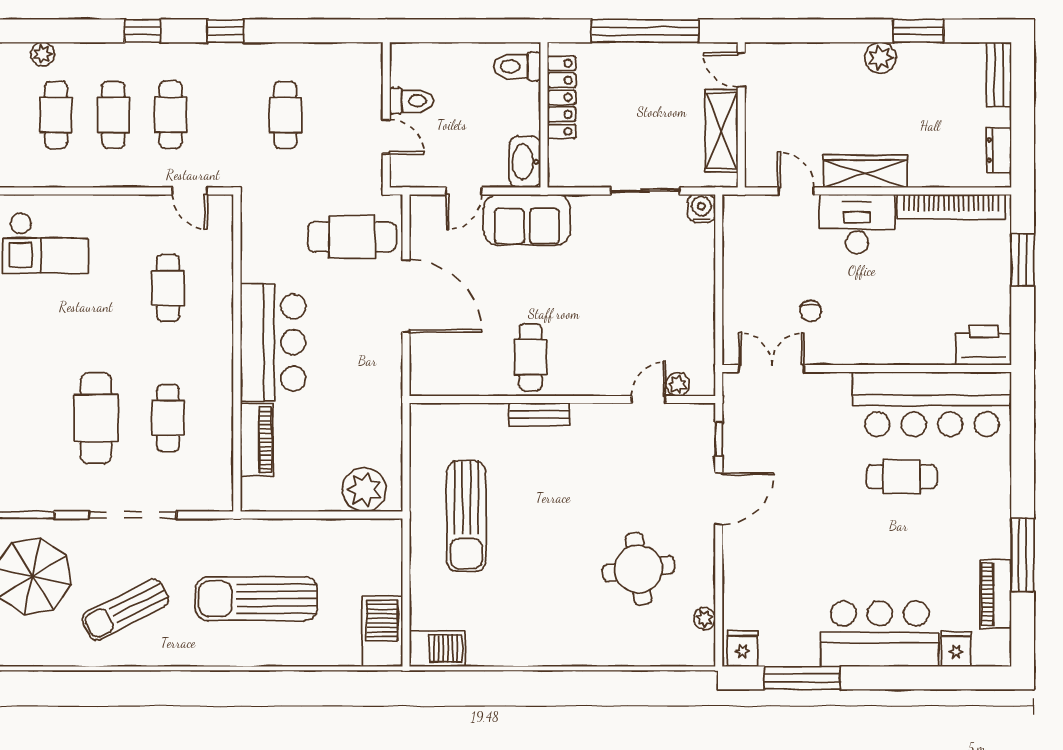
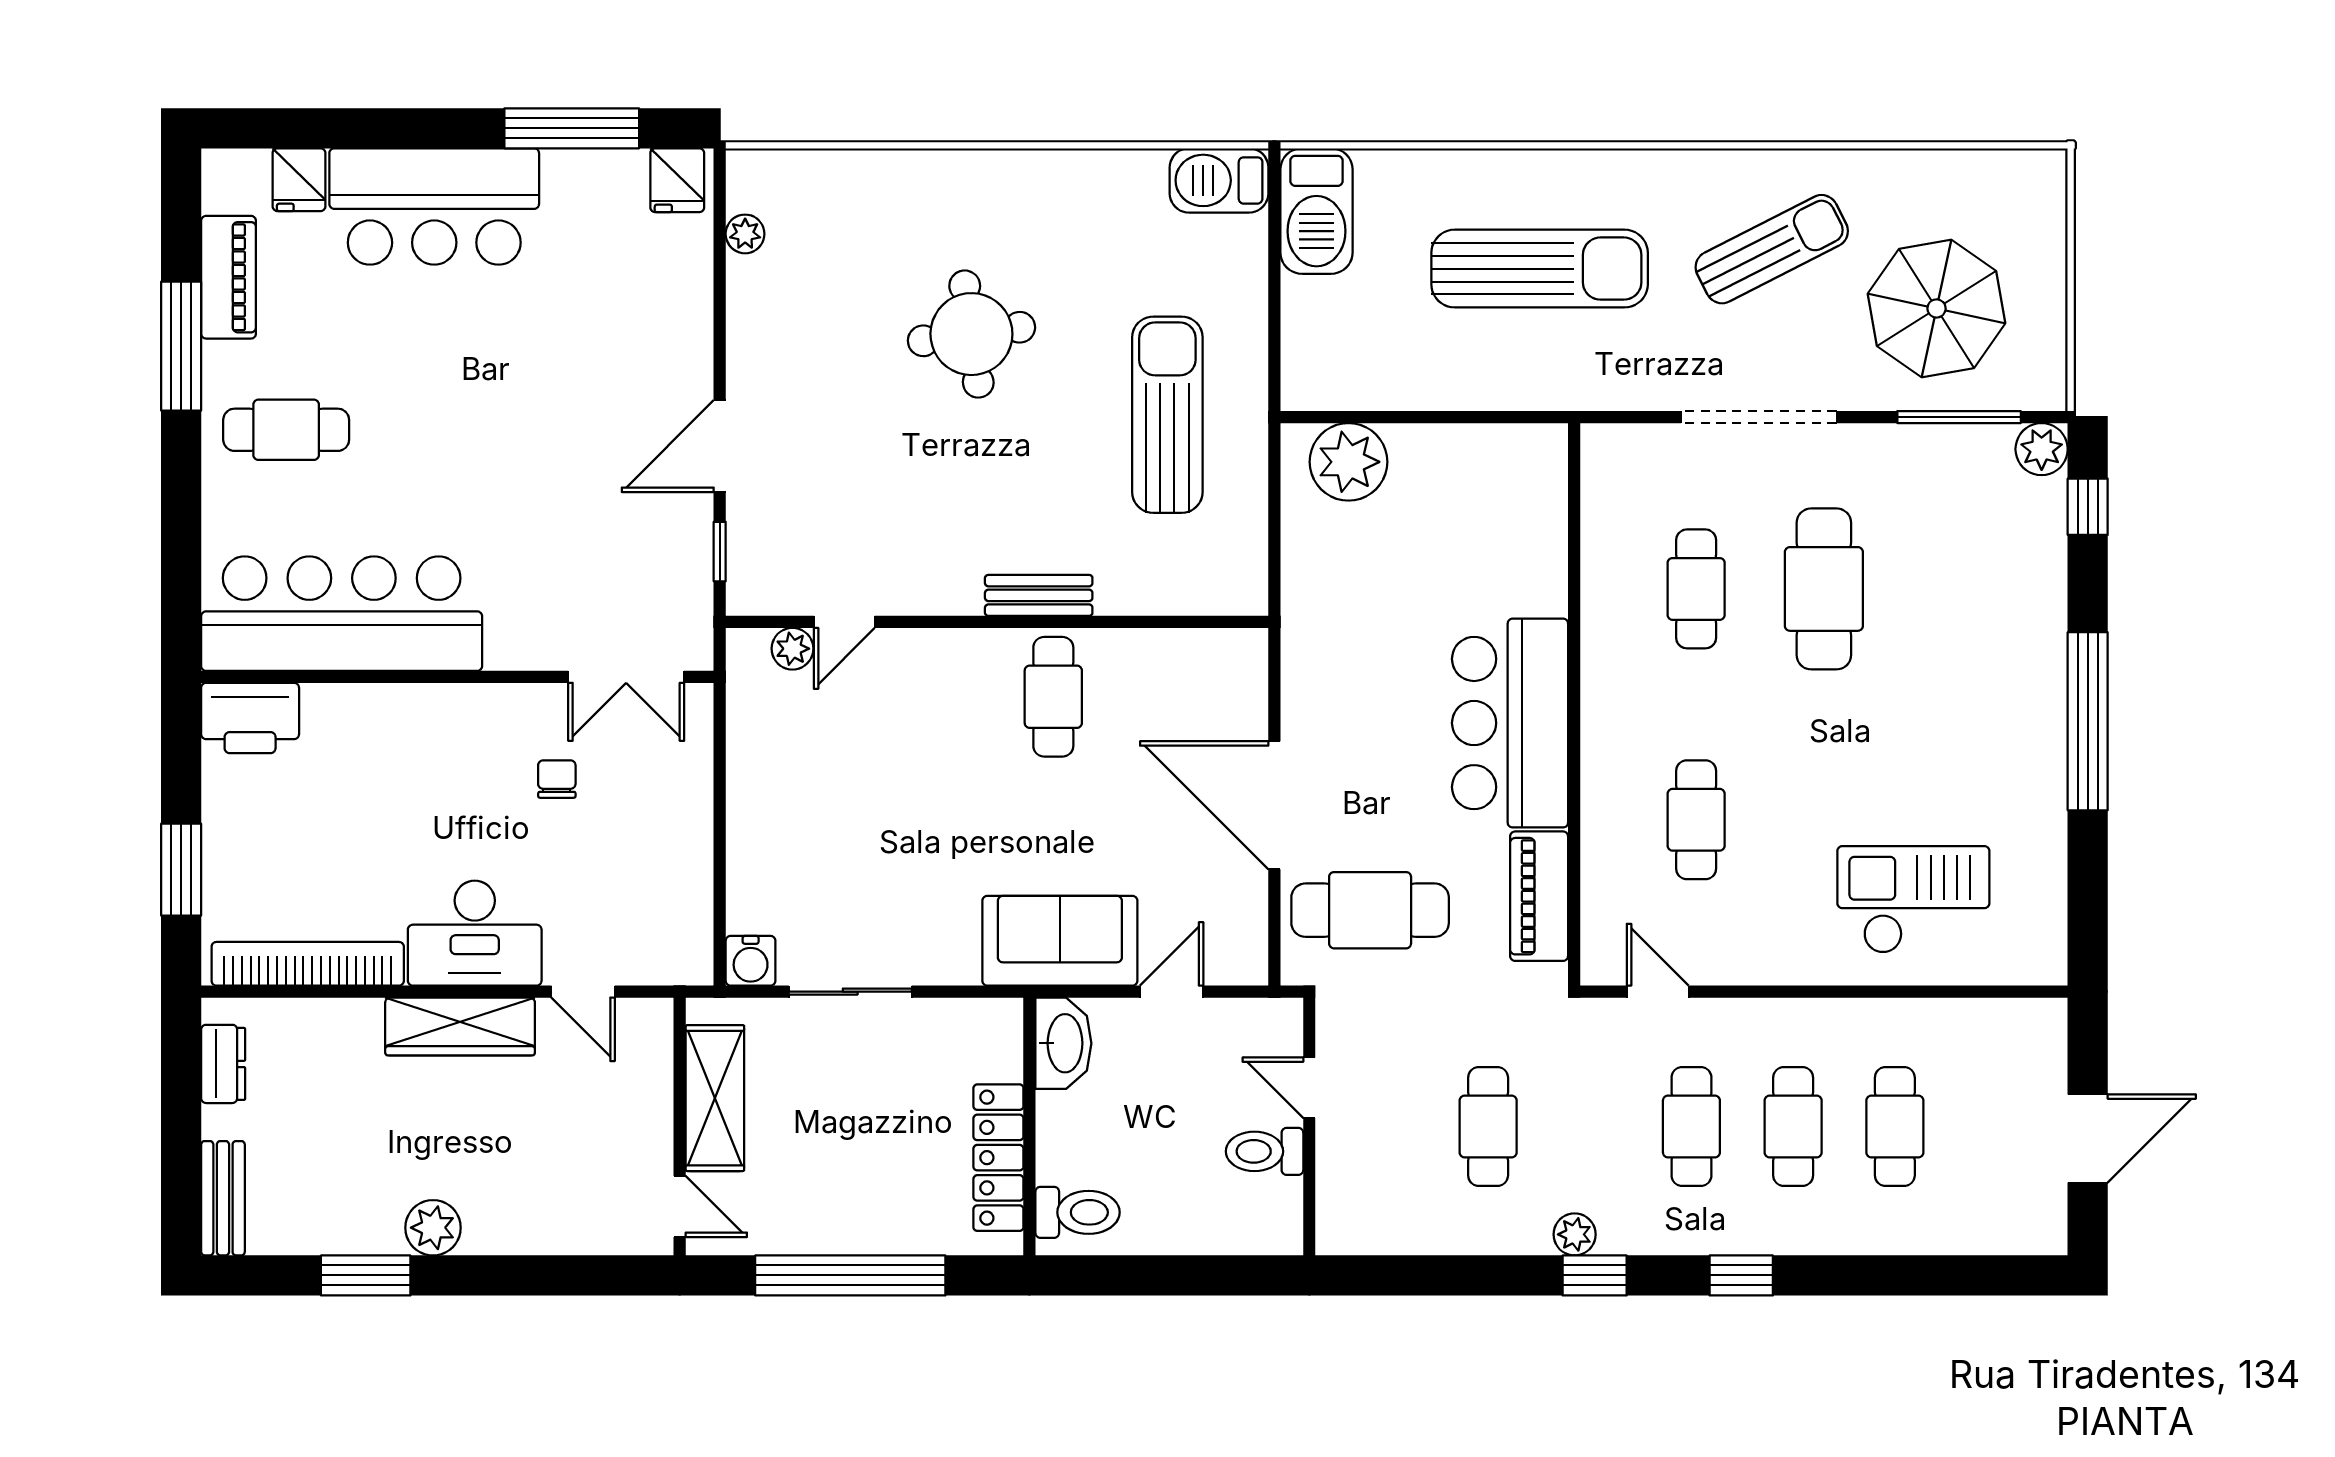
plant: (43, 54) -> (1575, 1234), moved
piano: (257, 440) -> (1539, 896), moved
cafe table: (902, 477) -> (286, 430), moved
round table: (638, 569) -> (971, 334), moved

